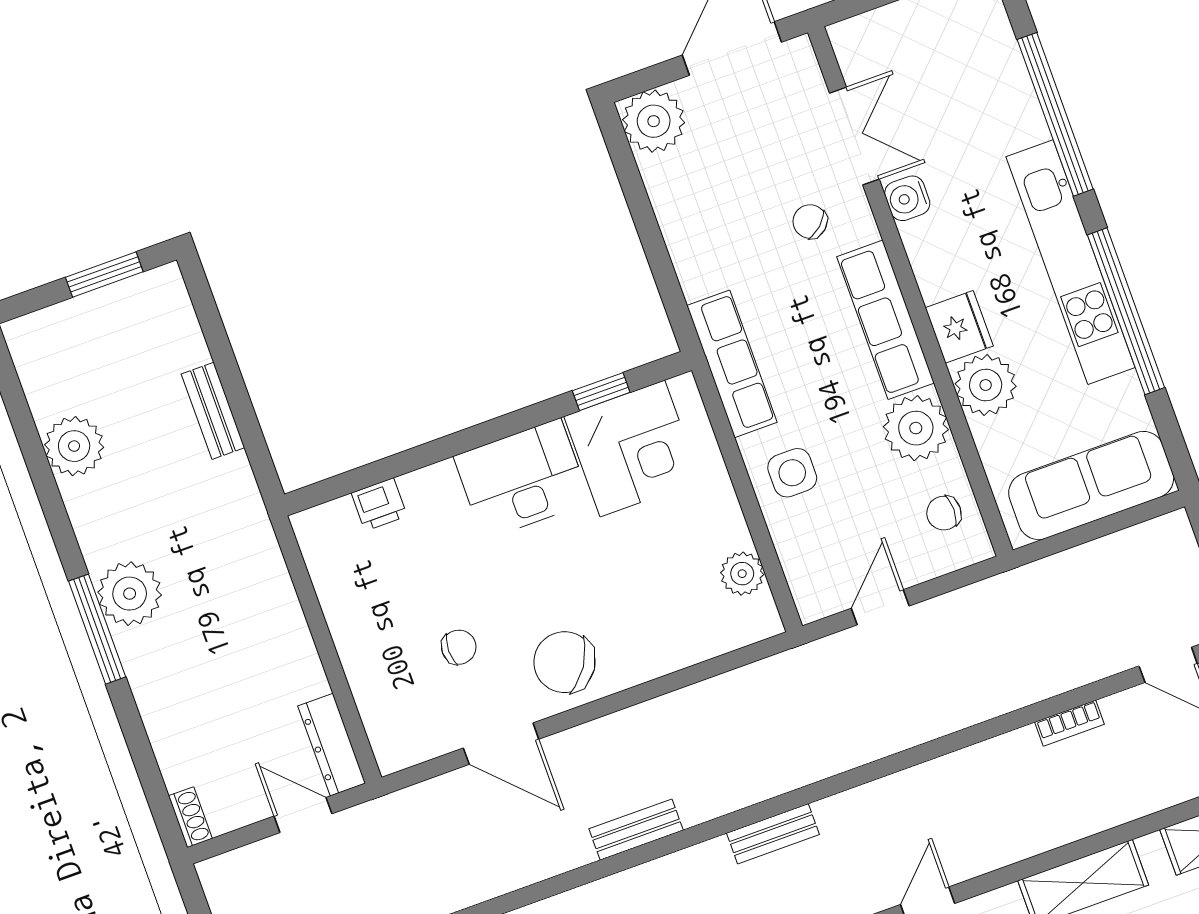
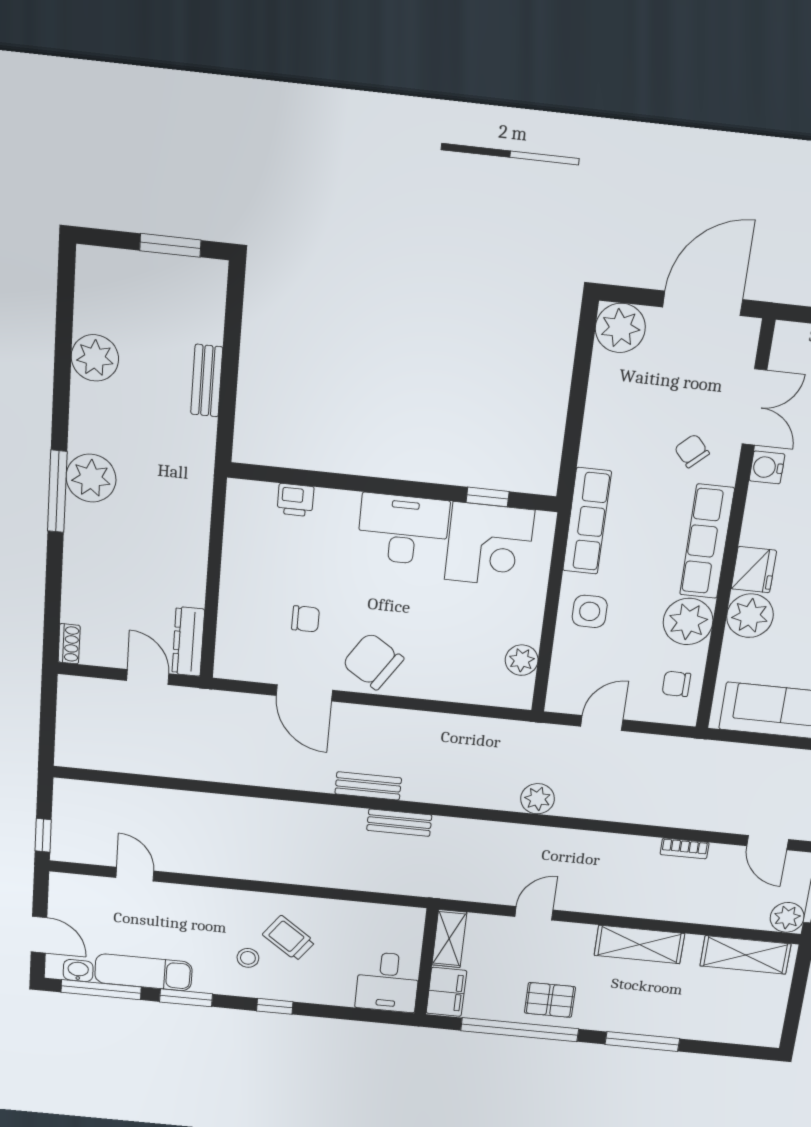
plant: (853, 745) -> (538, 799), added
bench: (773, 834) -> (399, 823), moved

